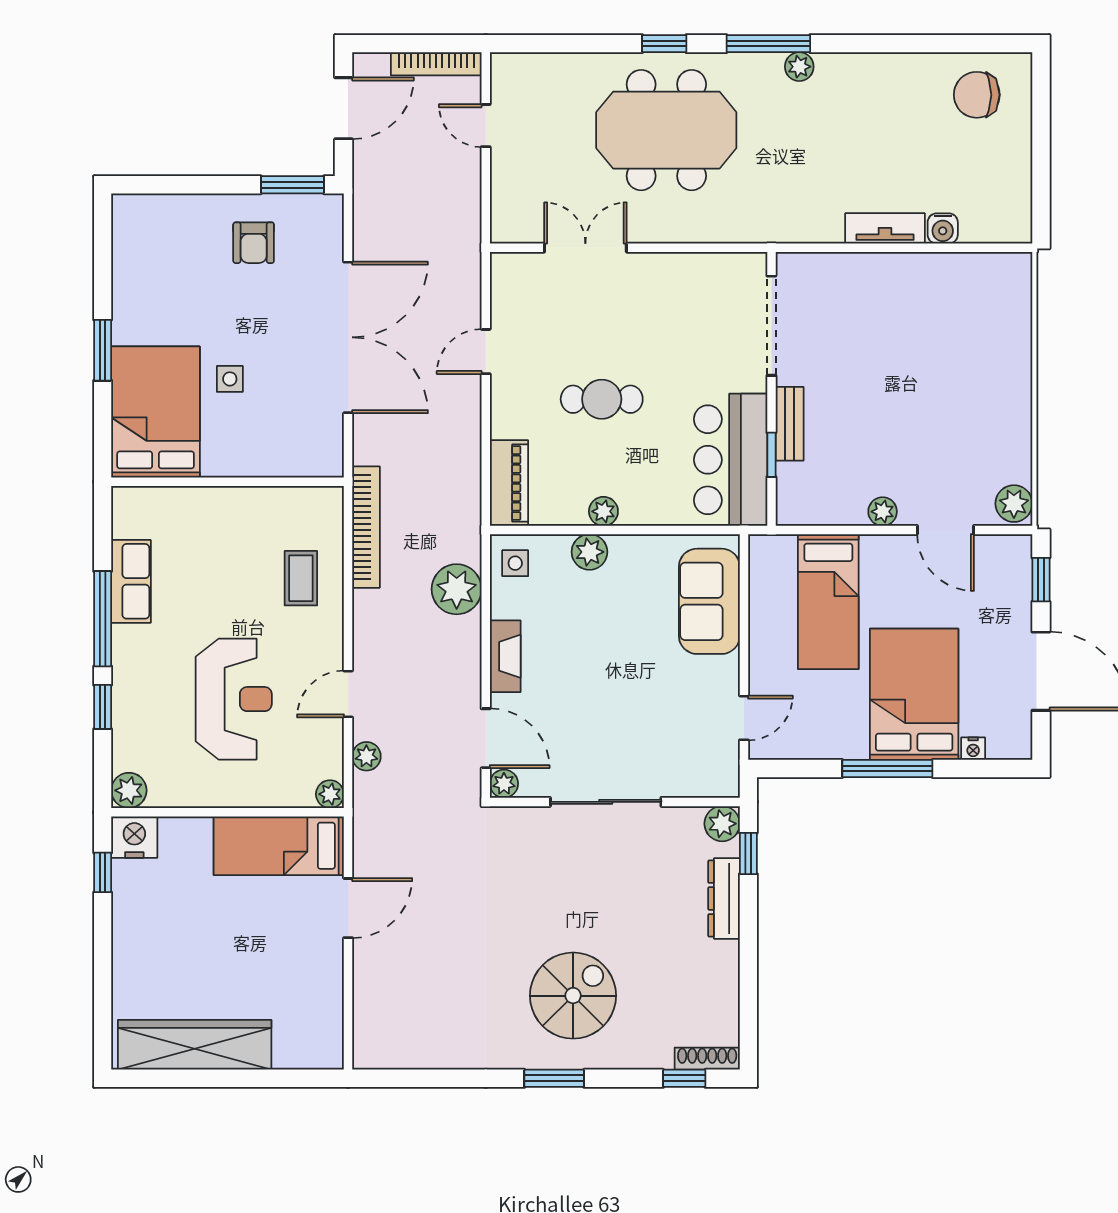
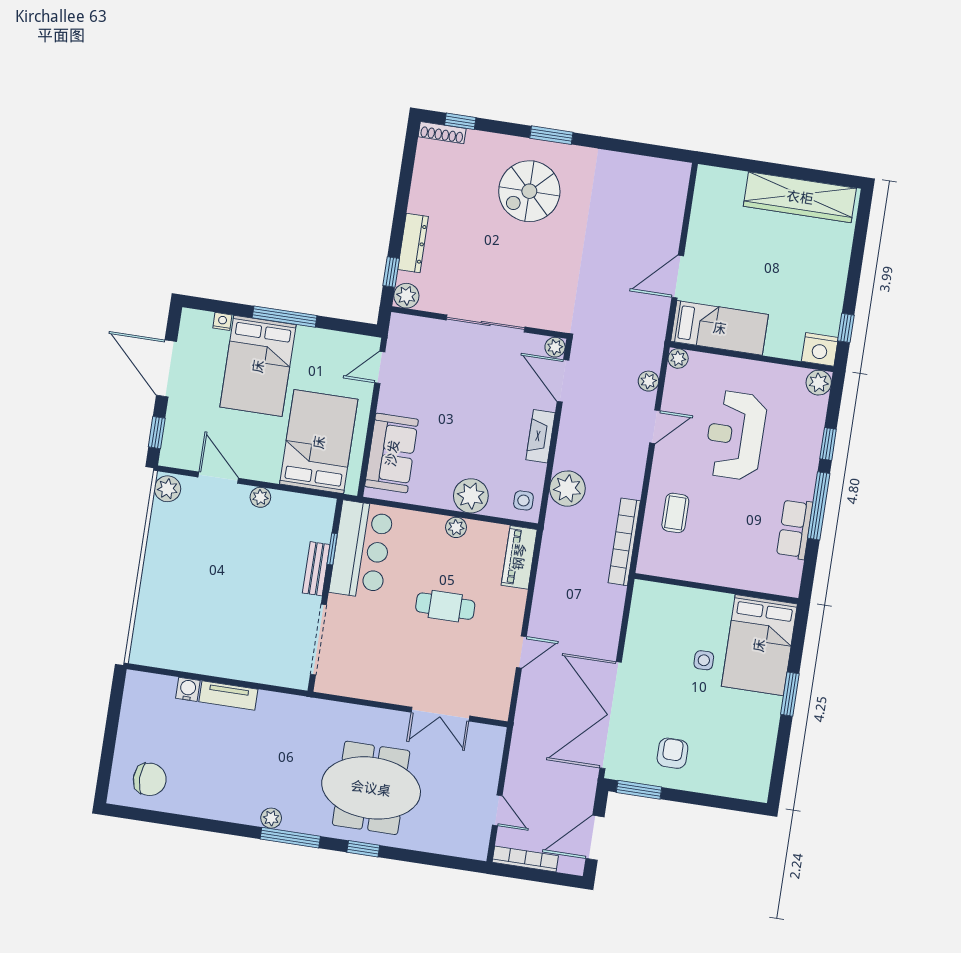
double door: (348, 337) -> (611, 715), moved
plant: (589, 552) -> (471, 496), width x1.36, depth x1.36
bed: (828, 602) -> (319, 442), width x1.50

